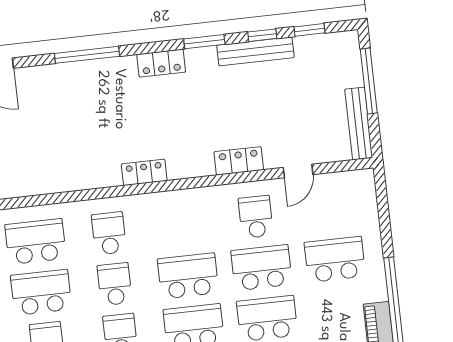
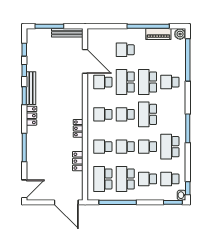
bench: (255, 51) -> (31, 88), moved
locker: (239, 161) -> (78, 161), moved
door: (298, 171) -> (85, 61), width x1.87
school desk: (182, 225) -> (103, 114), added
school desk: (335, 259) -> (125, 50), width x0.54
school desk: (188, 276) -> (125, 114), width x0.54

